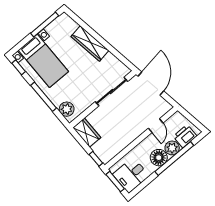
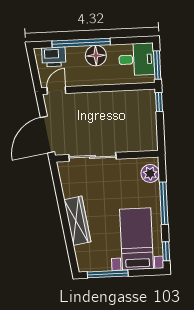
door: (156, 126) -> (56, 90), moved
wardrobe: (87, 133) -> (148, 135), removed
plant: (172, 148) -> (75, 55), removed

